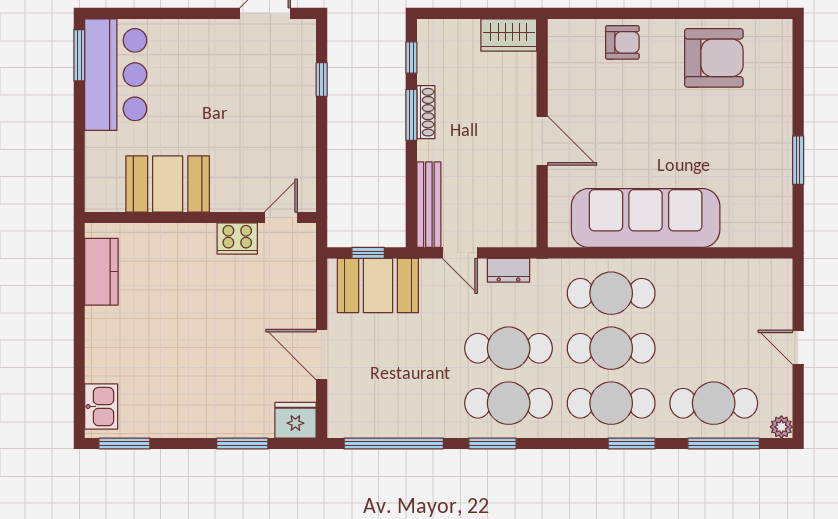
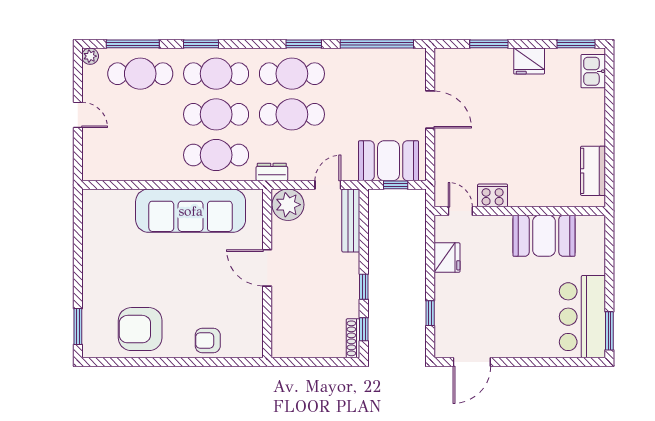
wardrobe: (509, 35) -> (292, 346), removed
shoe rack: (426, 112) -> (353, 338), moved
window: (411, 115) -> (364, 287), width x0.67
fridge: (299, 155) -> (447, 258), added
window: (798, 160) -> (78, 326), moved
door: (281, 218) -> (460, 211), swing flipped
plant: (514, 226) -> (288, 205), added
door: (460, 253) -> (328, 185), hinge flipped
dresser: (508, 270) -> (272, 172), moved
fridge: (295, 420) -> (529, 61), moved

